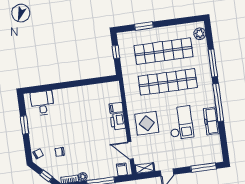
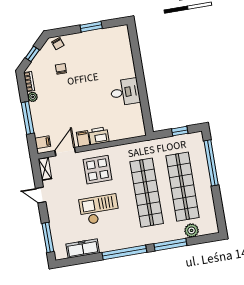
window: (144, 26) -> (211, 163), width x2.11
plant: (200, 34) -> (192, 230), moved
desk: (42, 103) -> (125, 92), moved
filing cabinet: (116, 108) -> (83, 139), moved
freezer: (211, 121) -> (83, 248), moved
checkout: (181, 123) -> (99, 209), turned 180

